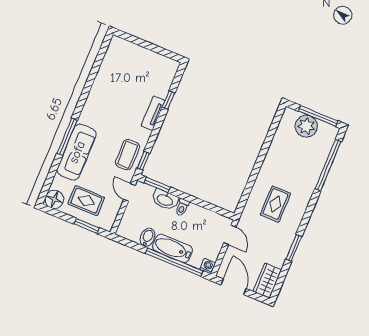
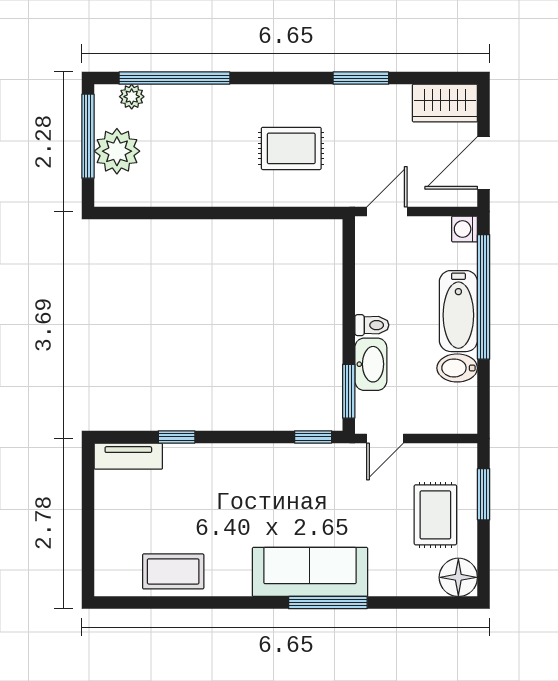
tv unit: (153, 113) -> (128, 456), moved
plant: (328, 143) -> (132, 97), added
sofa: (77, 152) -> (310, 572), moved
coffee table: (128, 155) -> (173, 571), moved

